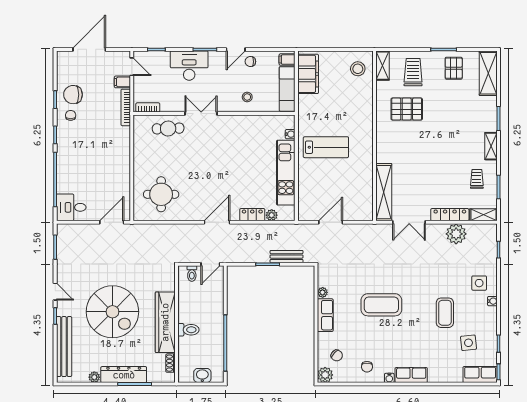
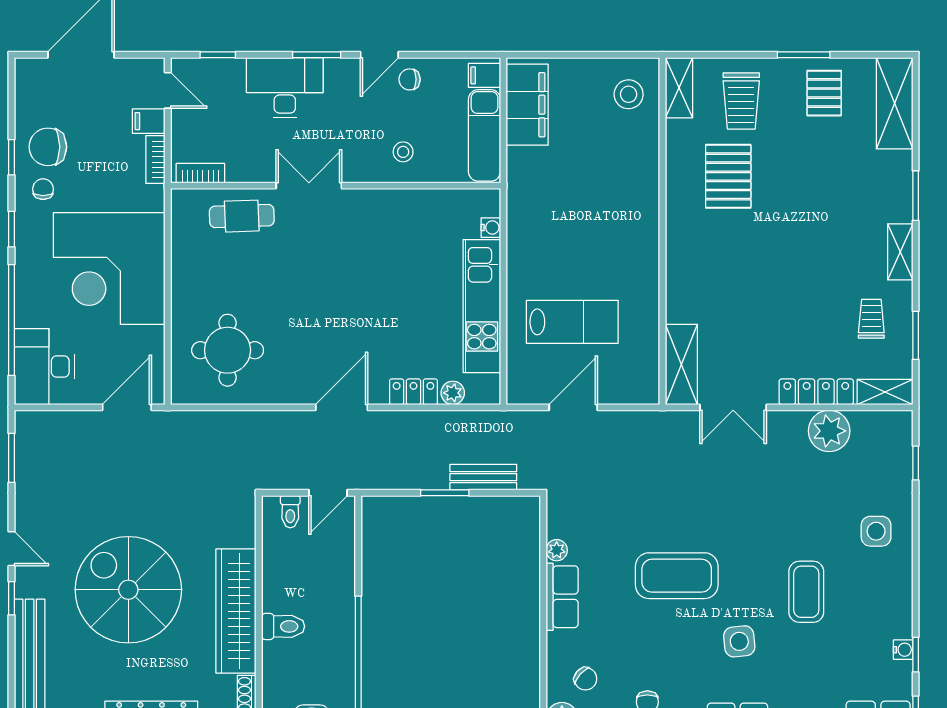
trolley: (413, 72) -> (741, 101), turned 180
bookcase: (126, 107) -> (155, 160), width x0.64
pallet: (407, 109) -> (728, 176), turned 90
lab bench: (326, 147) -> (572, 322), moved
corner desk: (103, 154) -> (109, 269), added
shelving: (384, 192) -> (681, 365), width x0.68
desk: (71, 207) -> (44, 367), width x1.37
water cooler: (492, 301) -> (903, 650), moved
spiral stairs: (112, 312) -> (128, 590), turned 180
side table: (468, 343) -> (739, 641), moved

